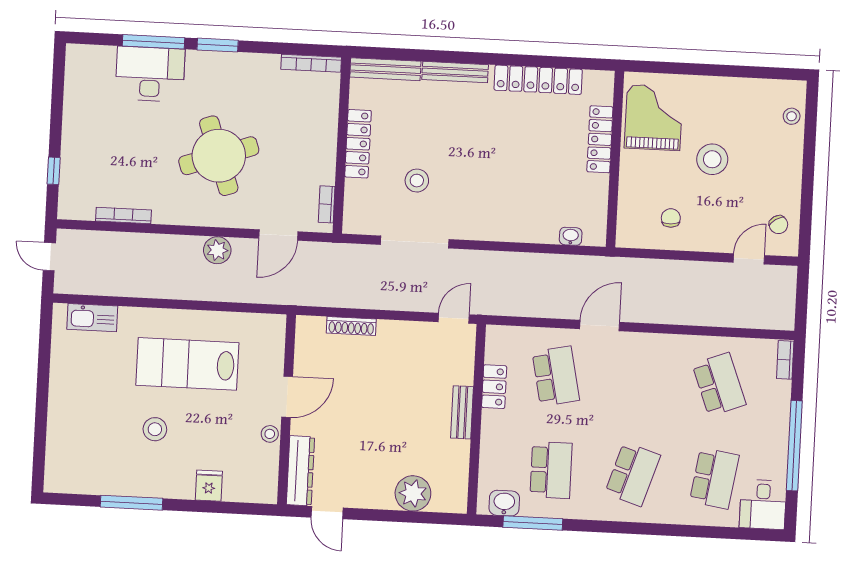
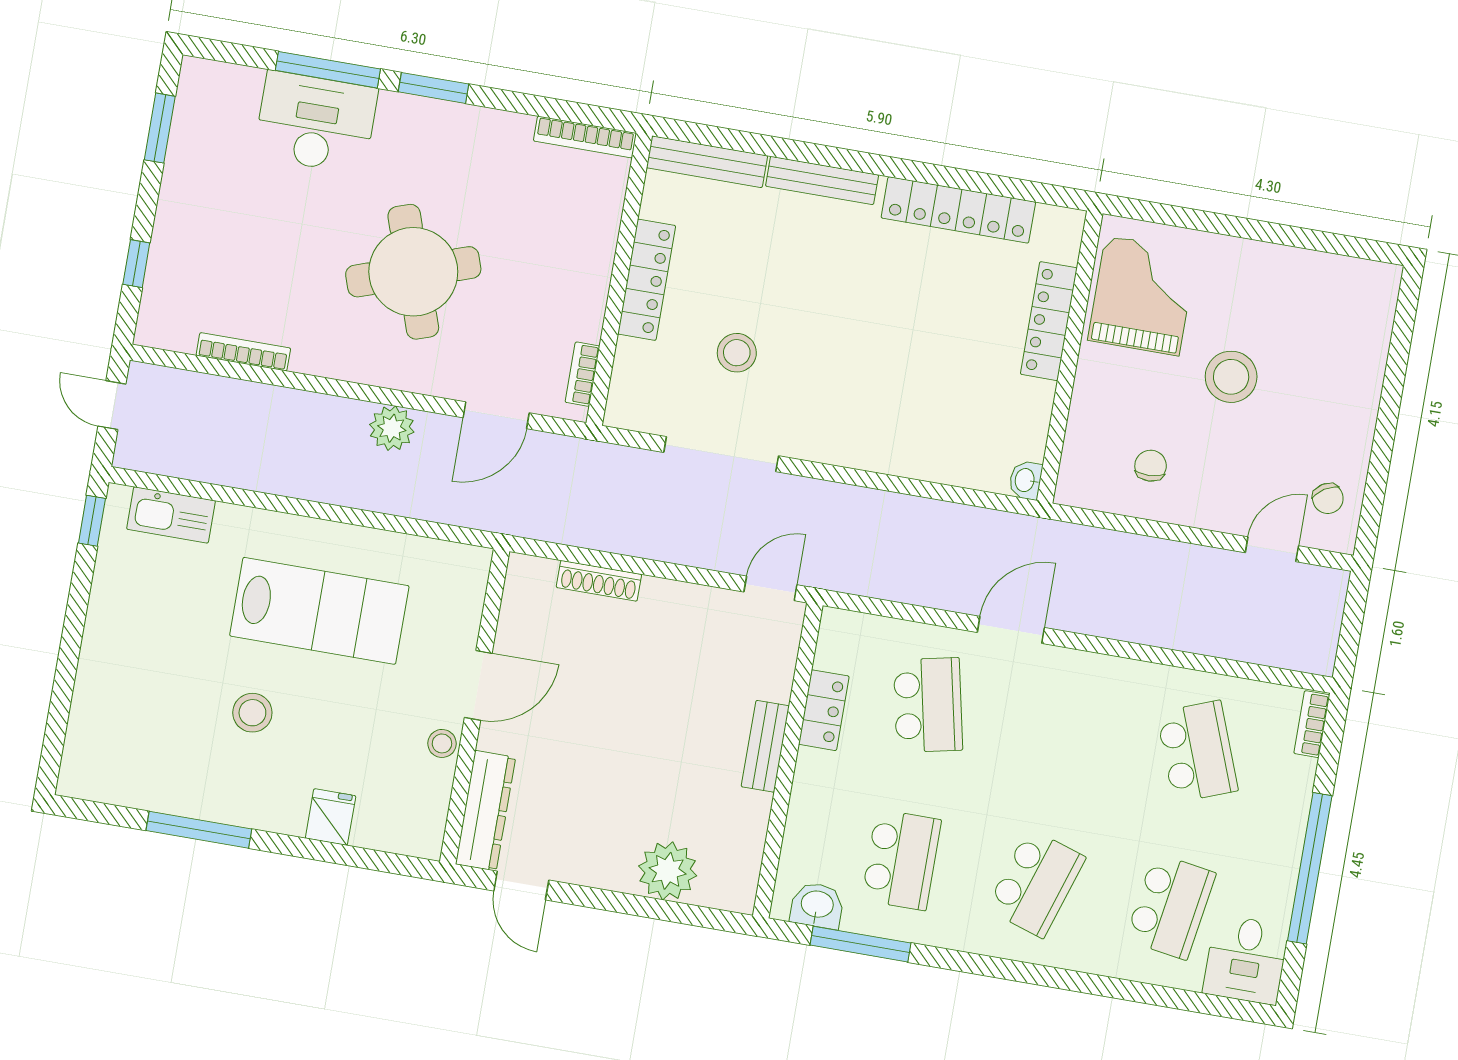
window: (58, 89) -> (160, 128), added
stool: (792, 116) -> (1371, 321), removed
washbasin: (571, 236) -> (1026, 480), moved, turned -90
window: (46, 327) -> (92, 521), added
lab bench: (187, 364) -> (319, 611), turned 180

